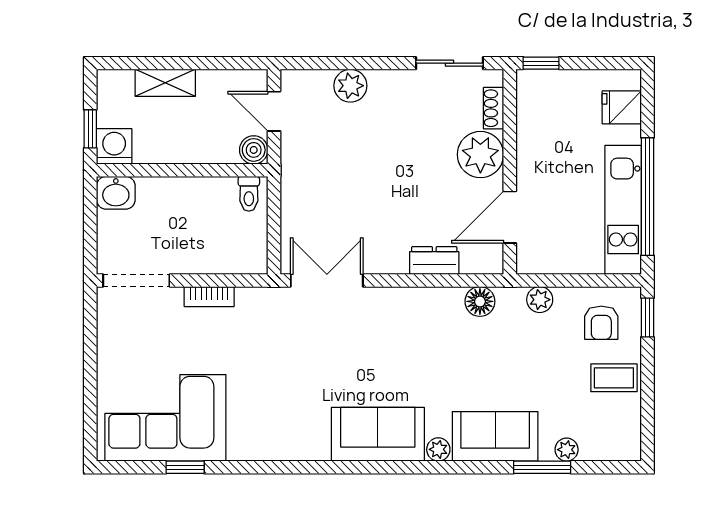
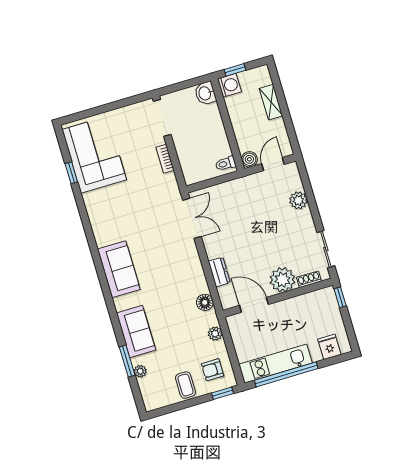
plant: (438, 449) -> (120, 304), removed

